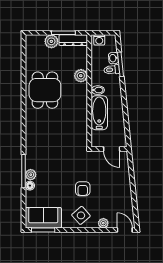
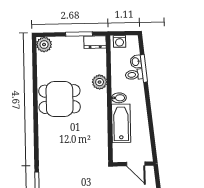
dresser: (73, 40) -> (95, 42), width x0.70
plant: (51, 41) -> (44, 45), moved
dining table: (45, 90) -> (60, 99), turned 90

